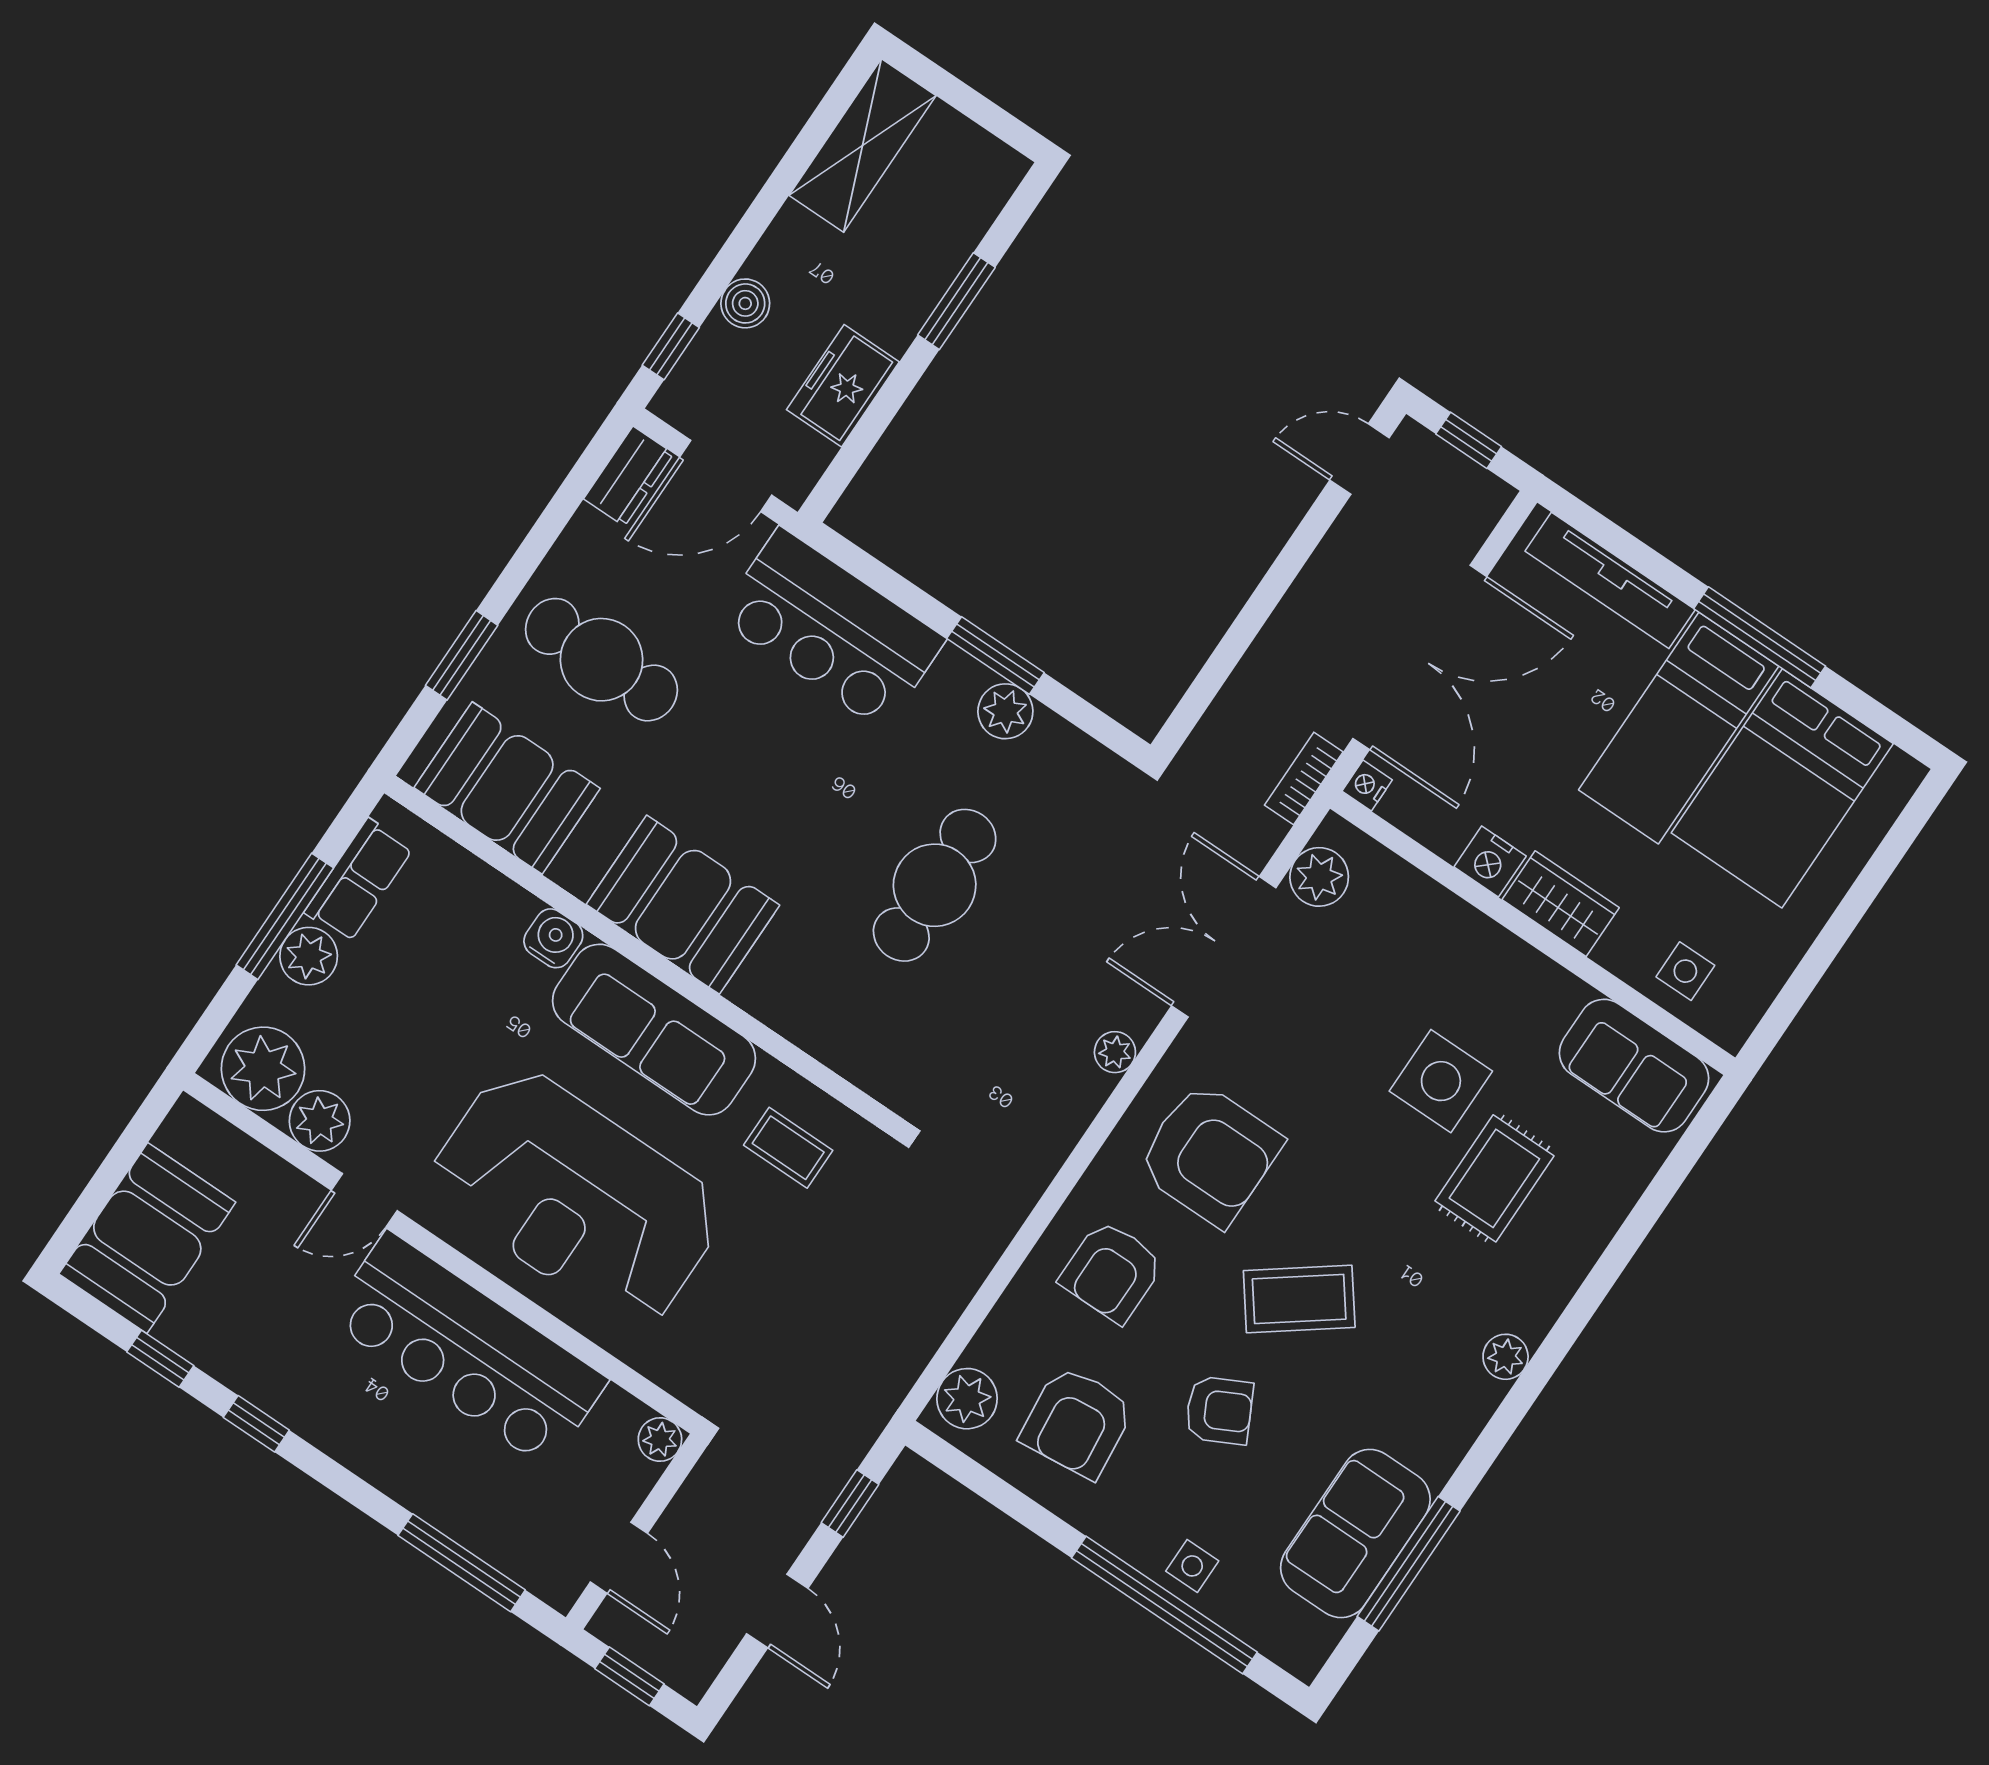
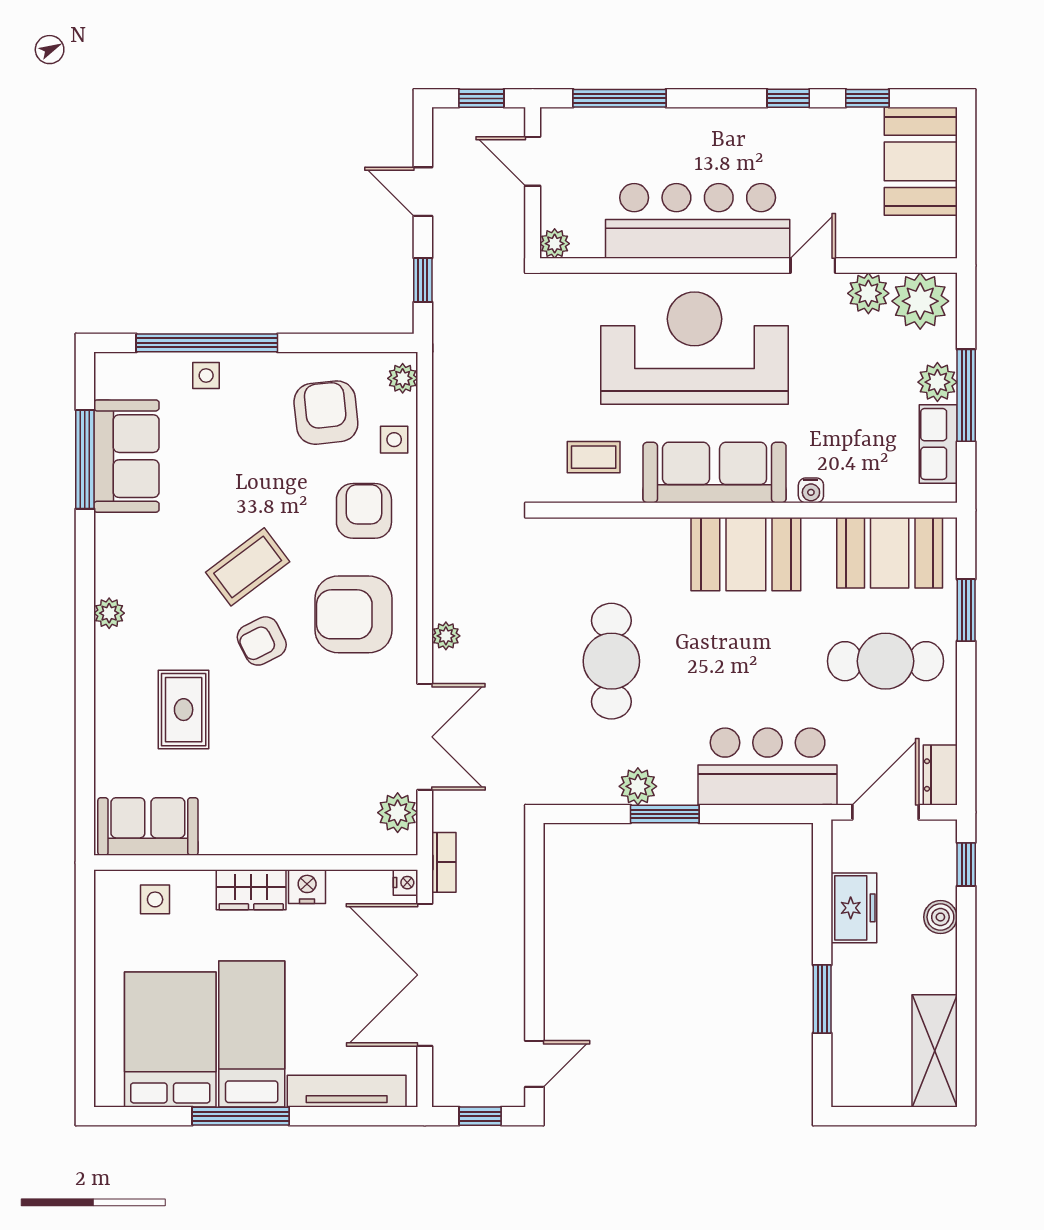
water cooler: (553, 938) -> (811, 490), width x0.72, depth x0.72
side table: (1441, 1081) -> (394, 440), moved, width x0.54, depth x0.54
plant: (967, 1399) -> (403, 378), width x0.73, depth x0.73
armchair: (1219, 1410) -> (262, 641), moved

